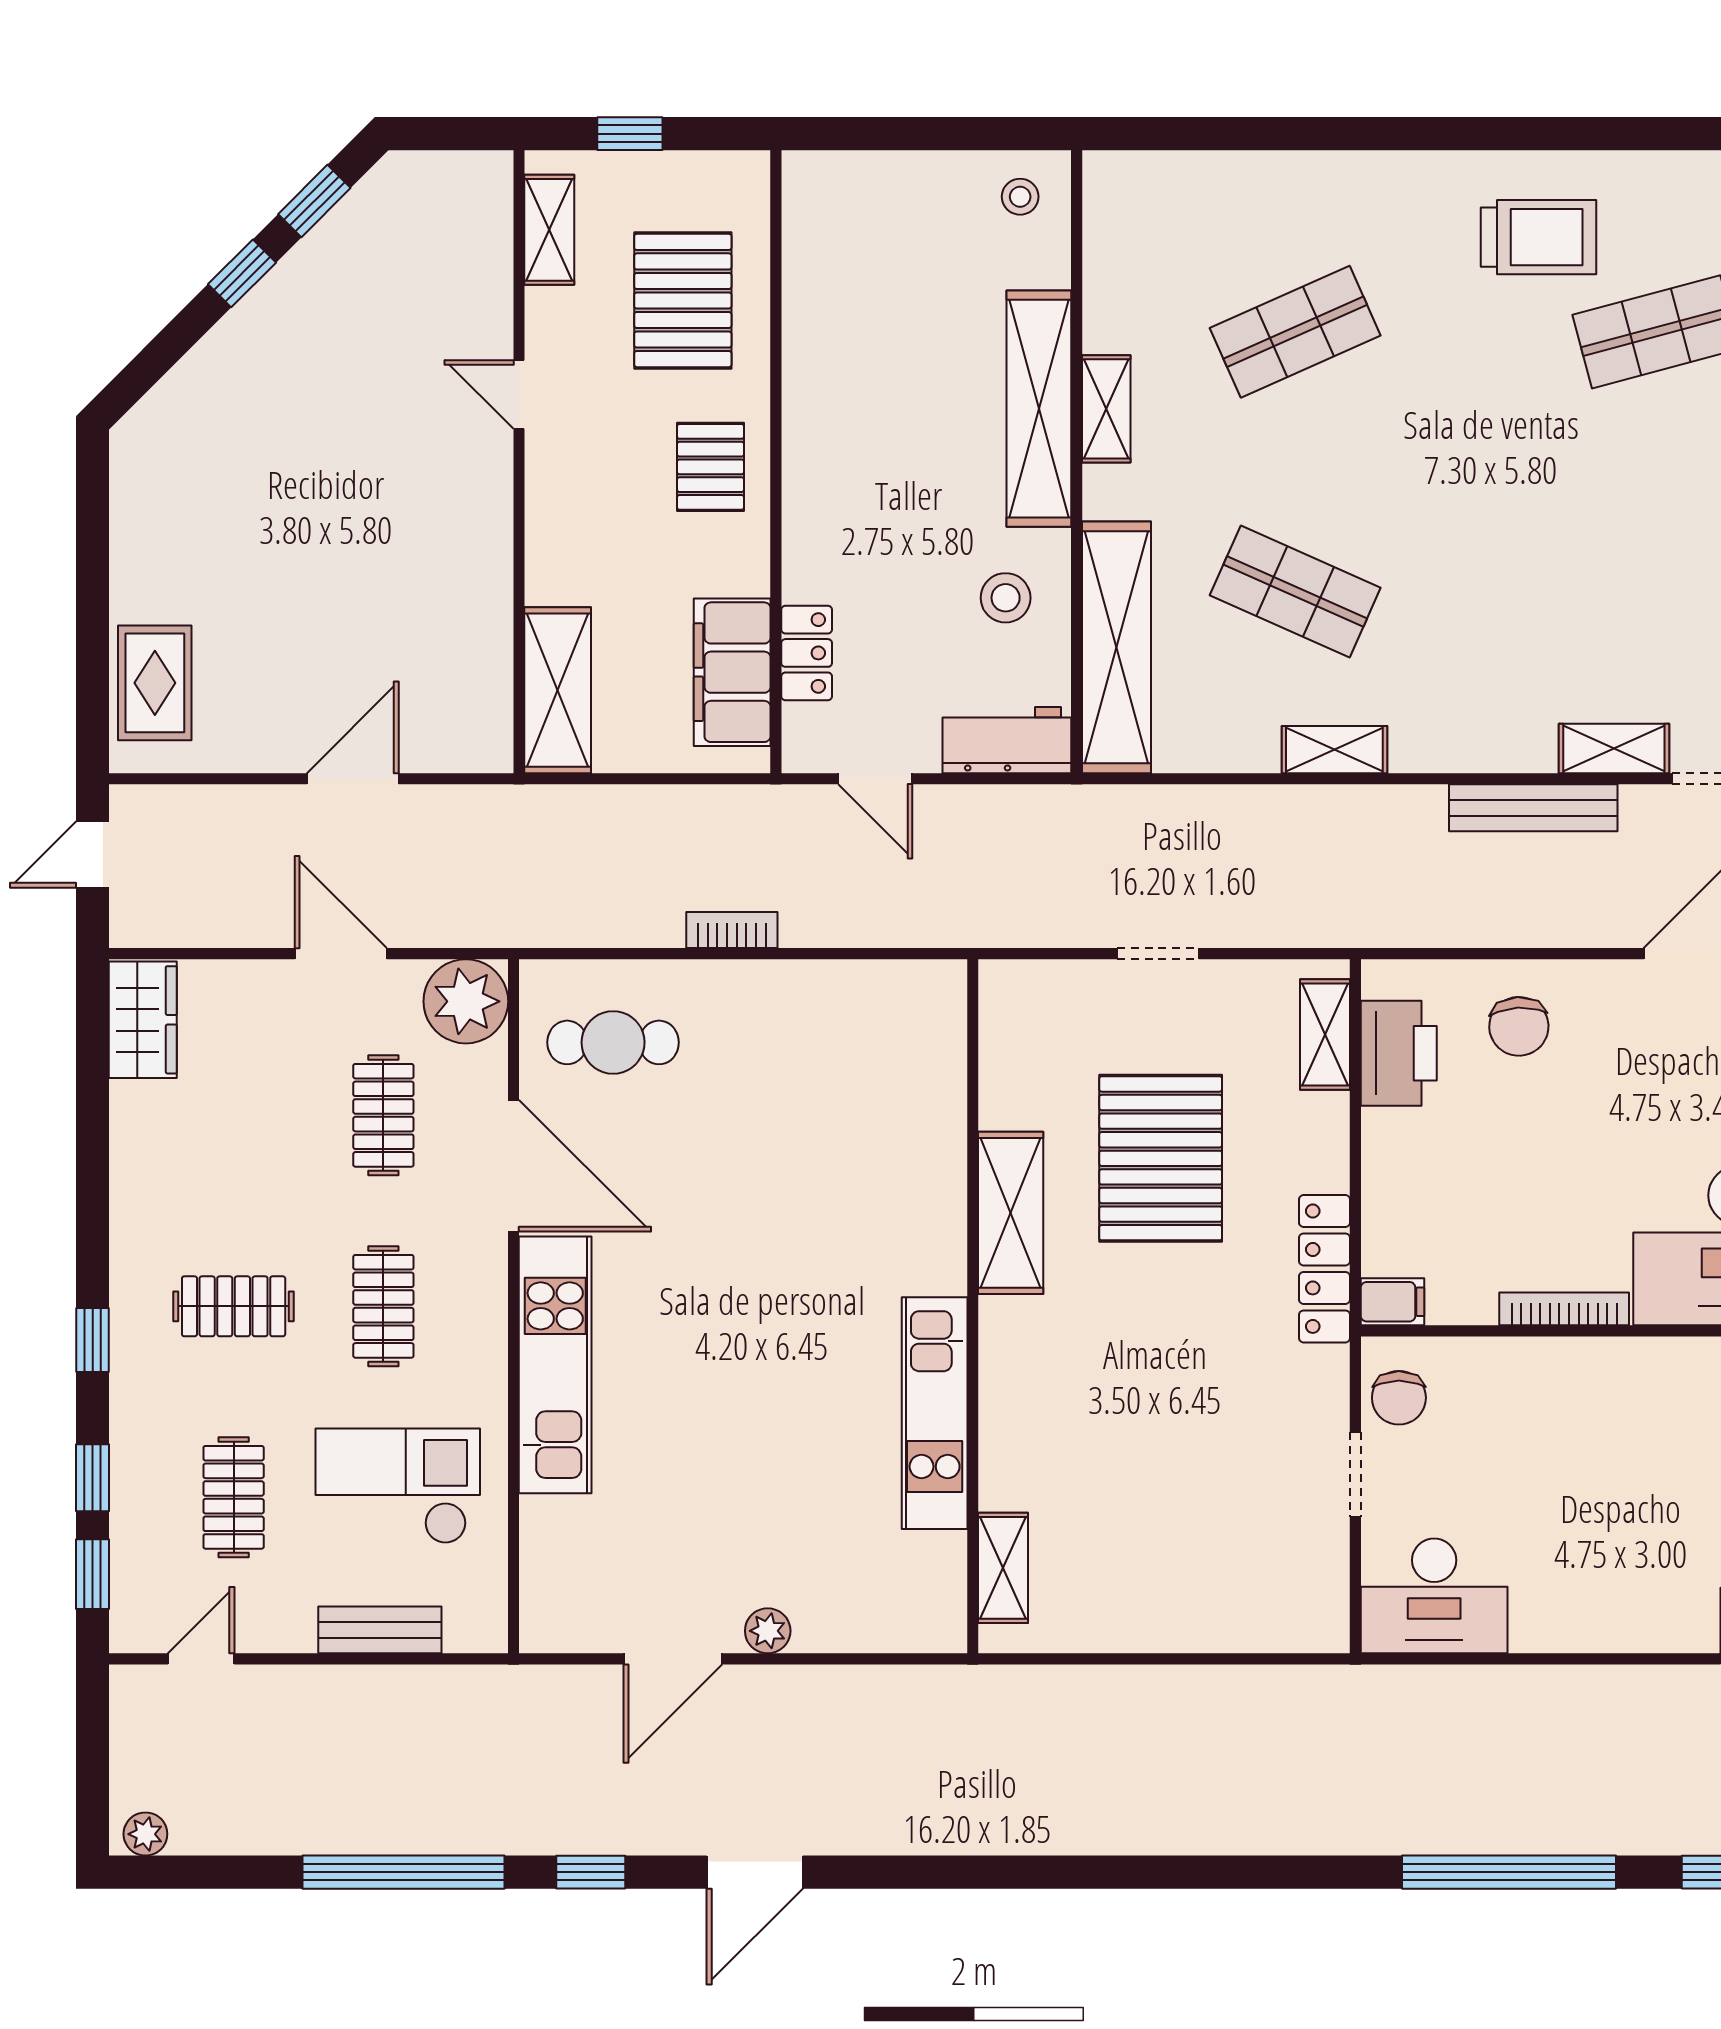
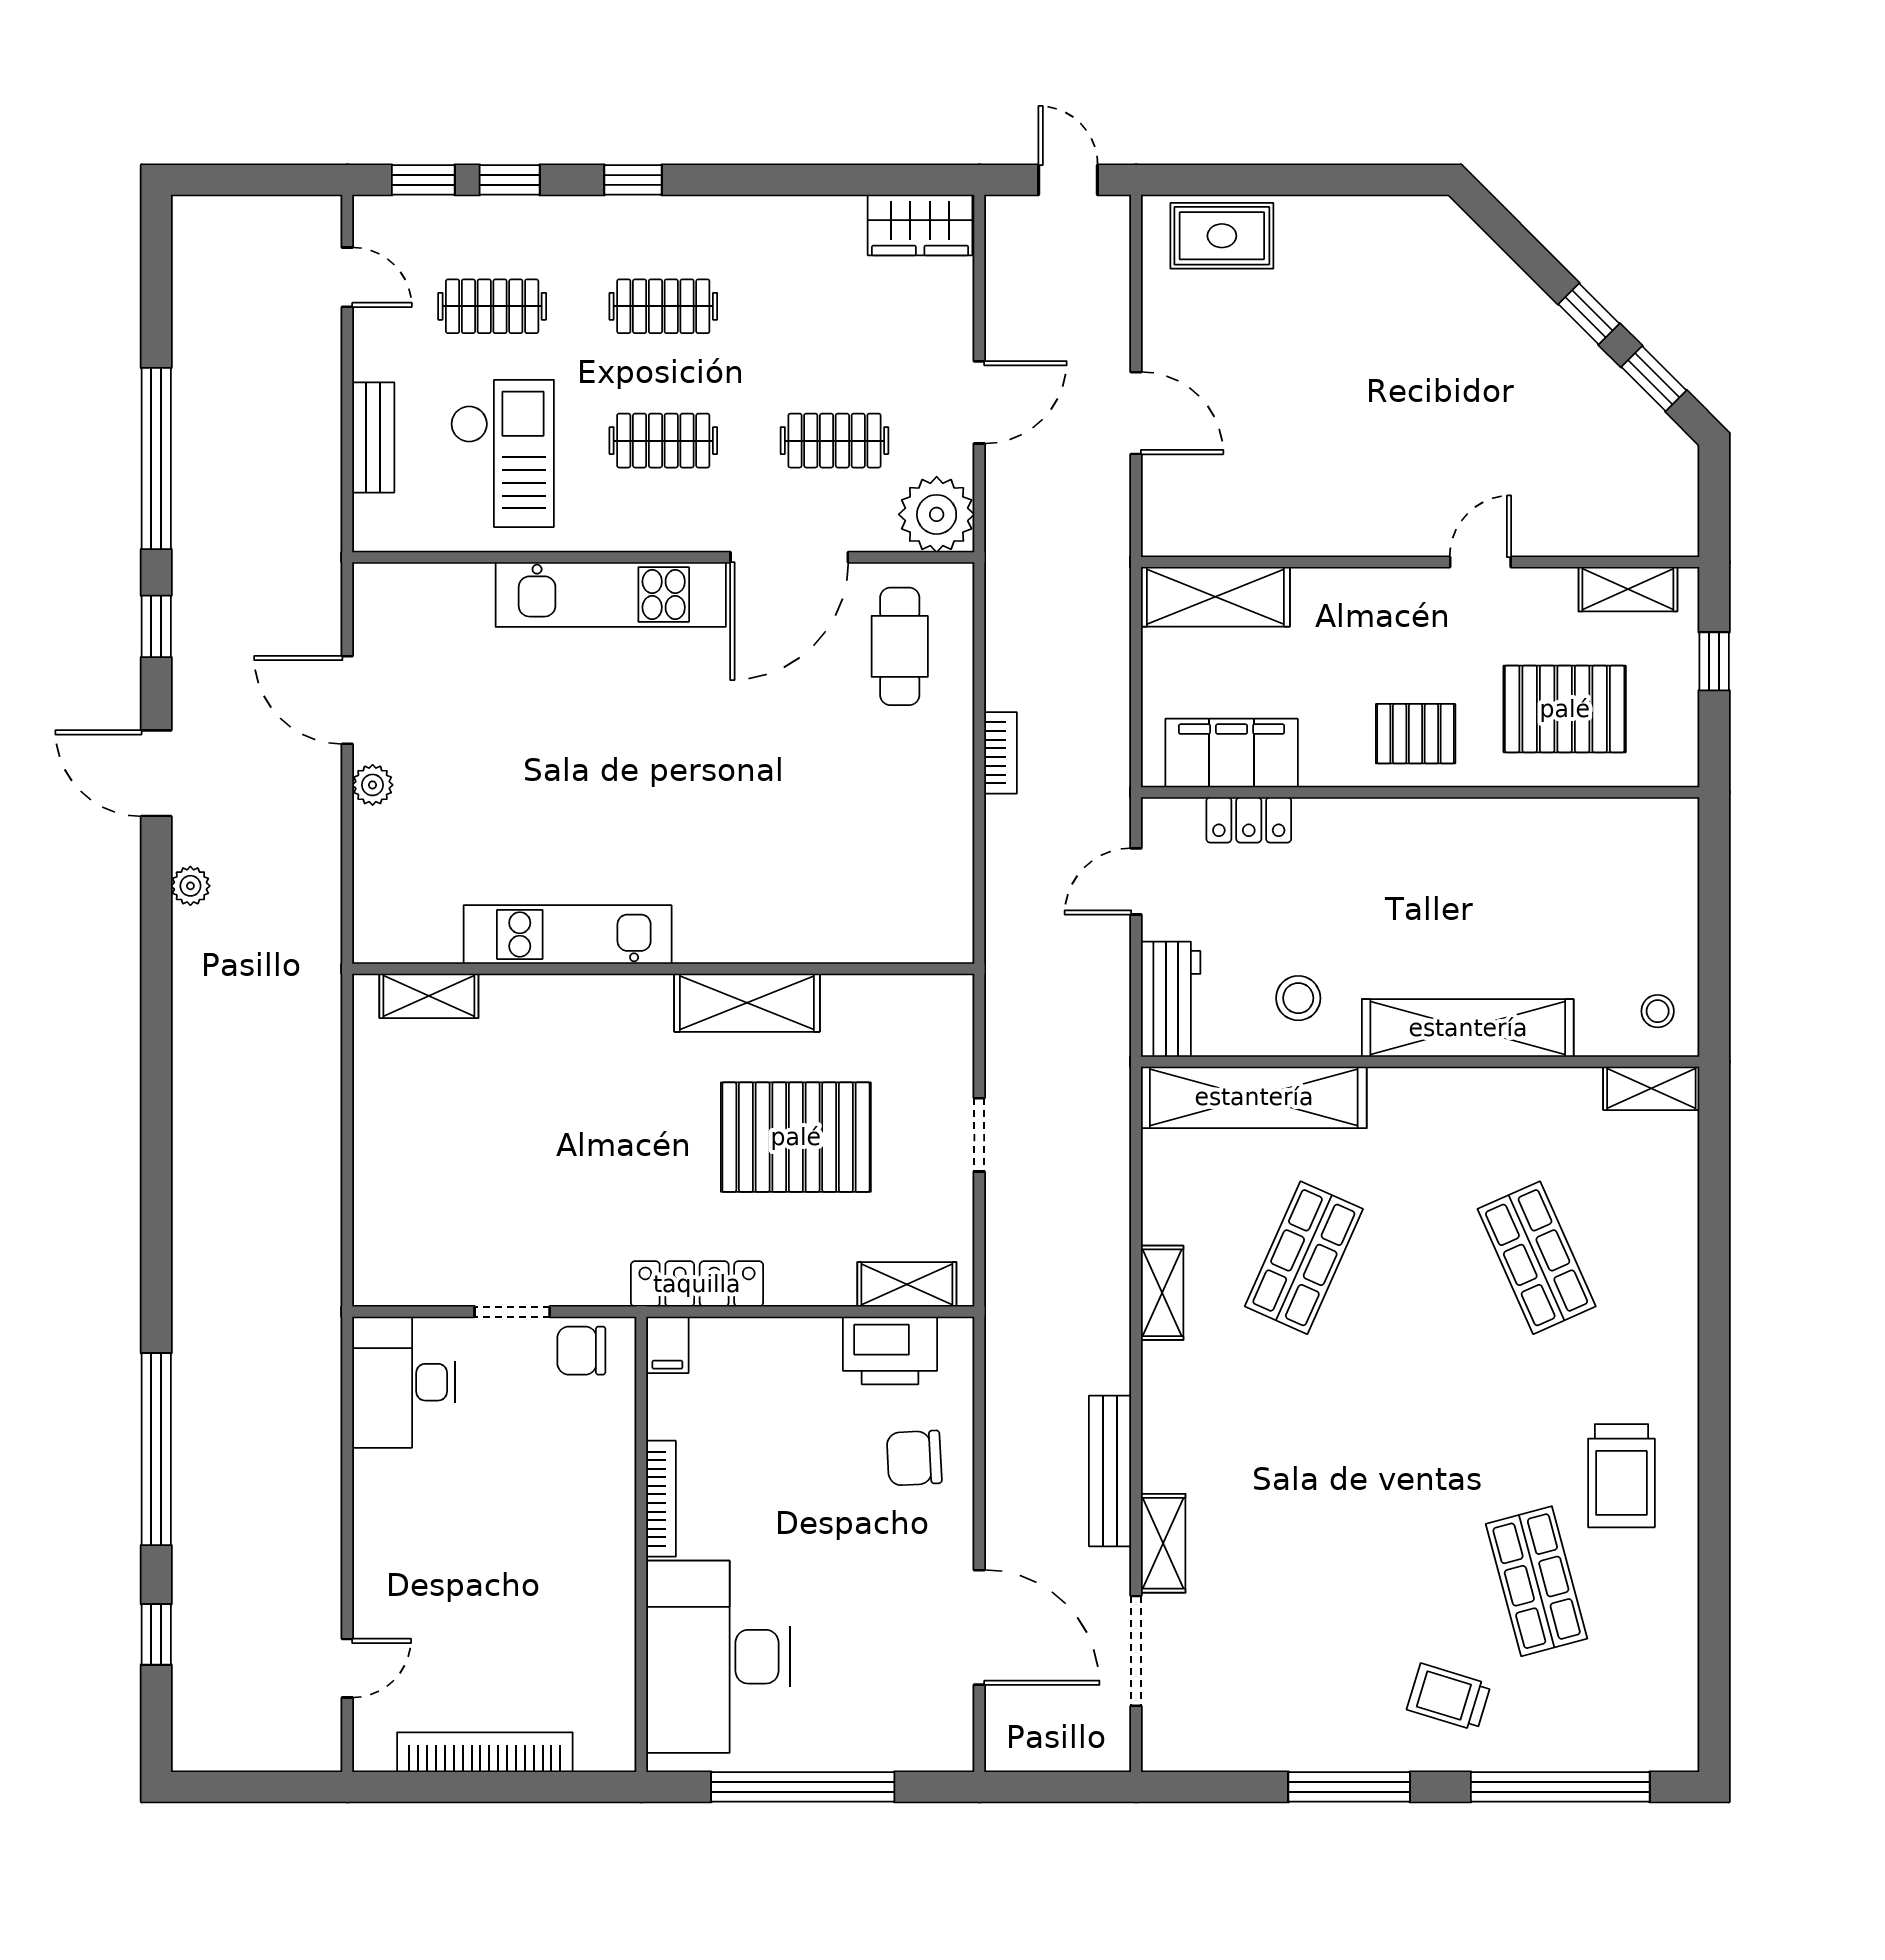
shelving: (1106, 409) -> (1651, 1088), moved
clothes rail: (234, 1306) -> (663, 306), turned 90
plant: (145, 1834) -> (190, 886), moved

